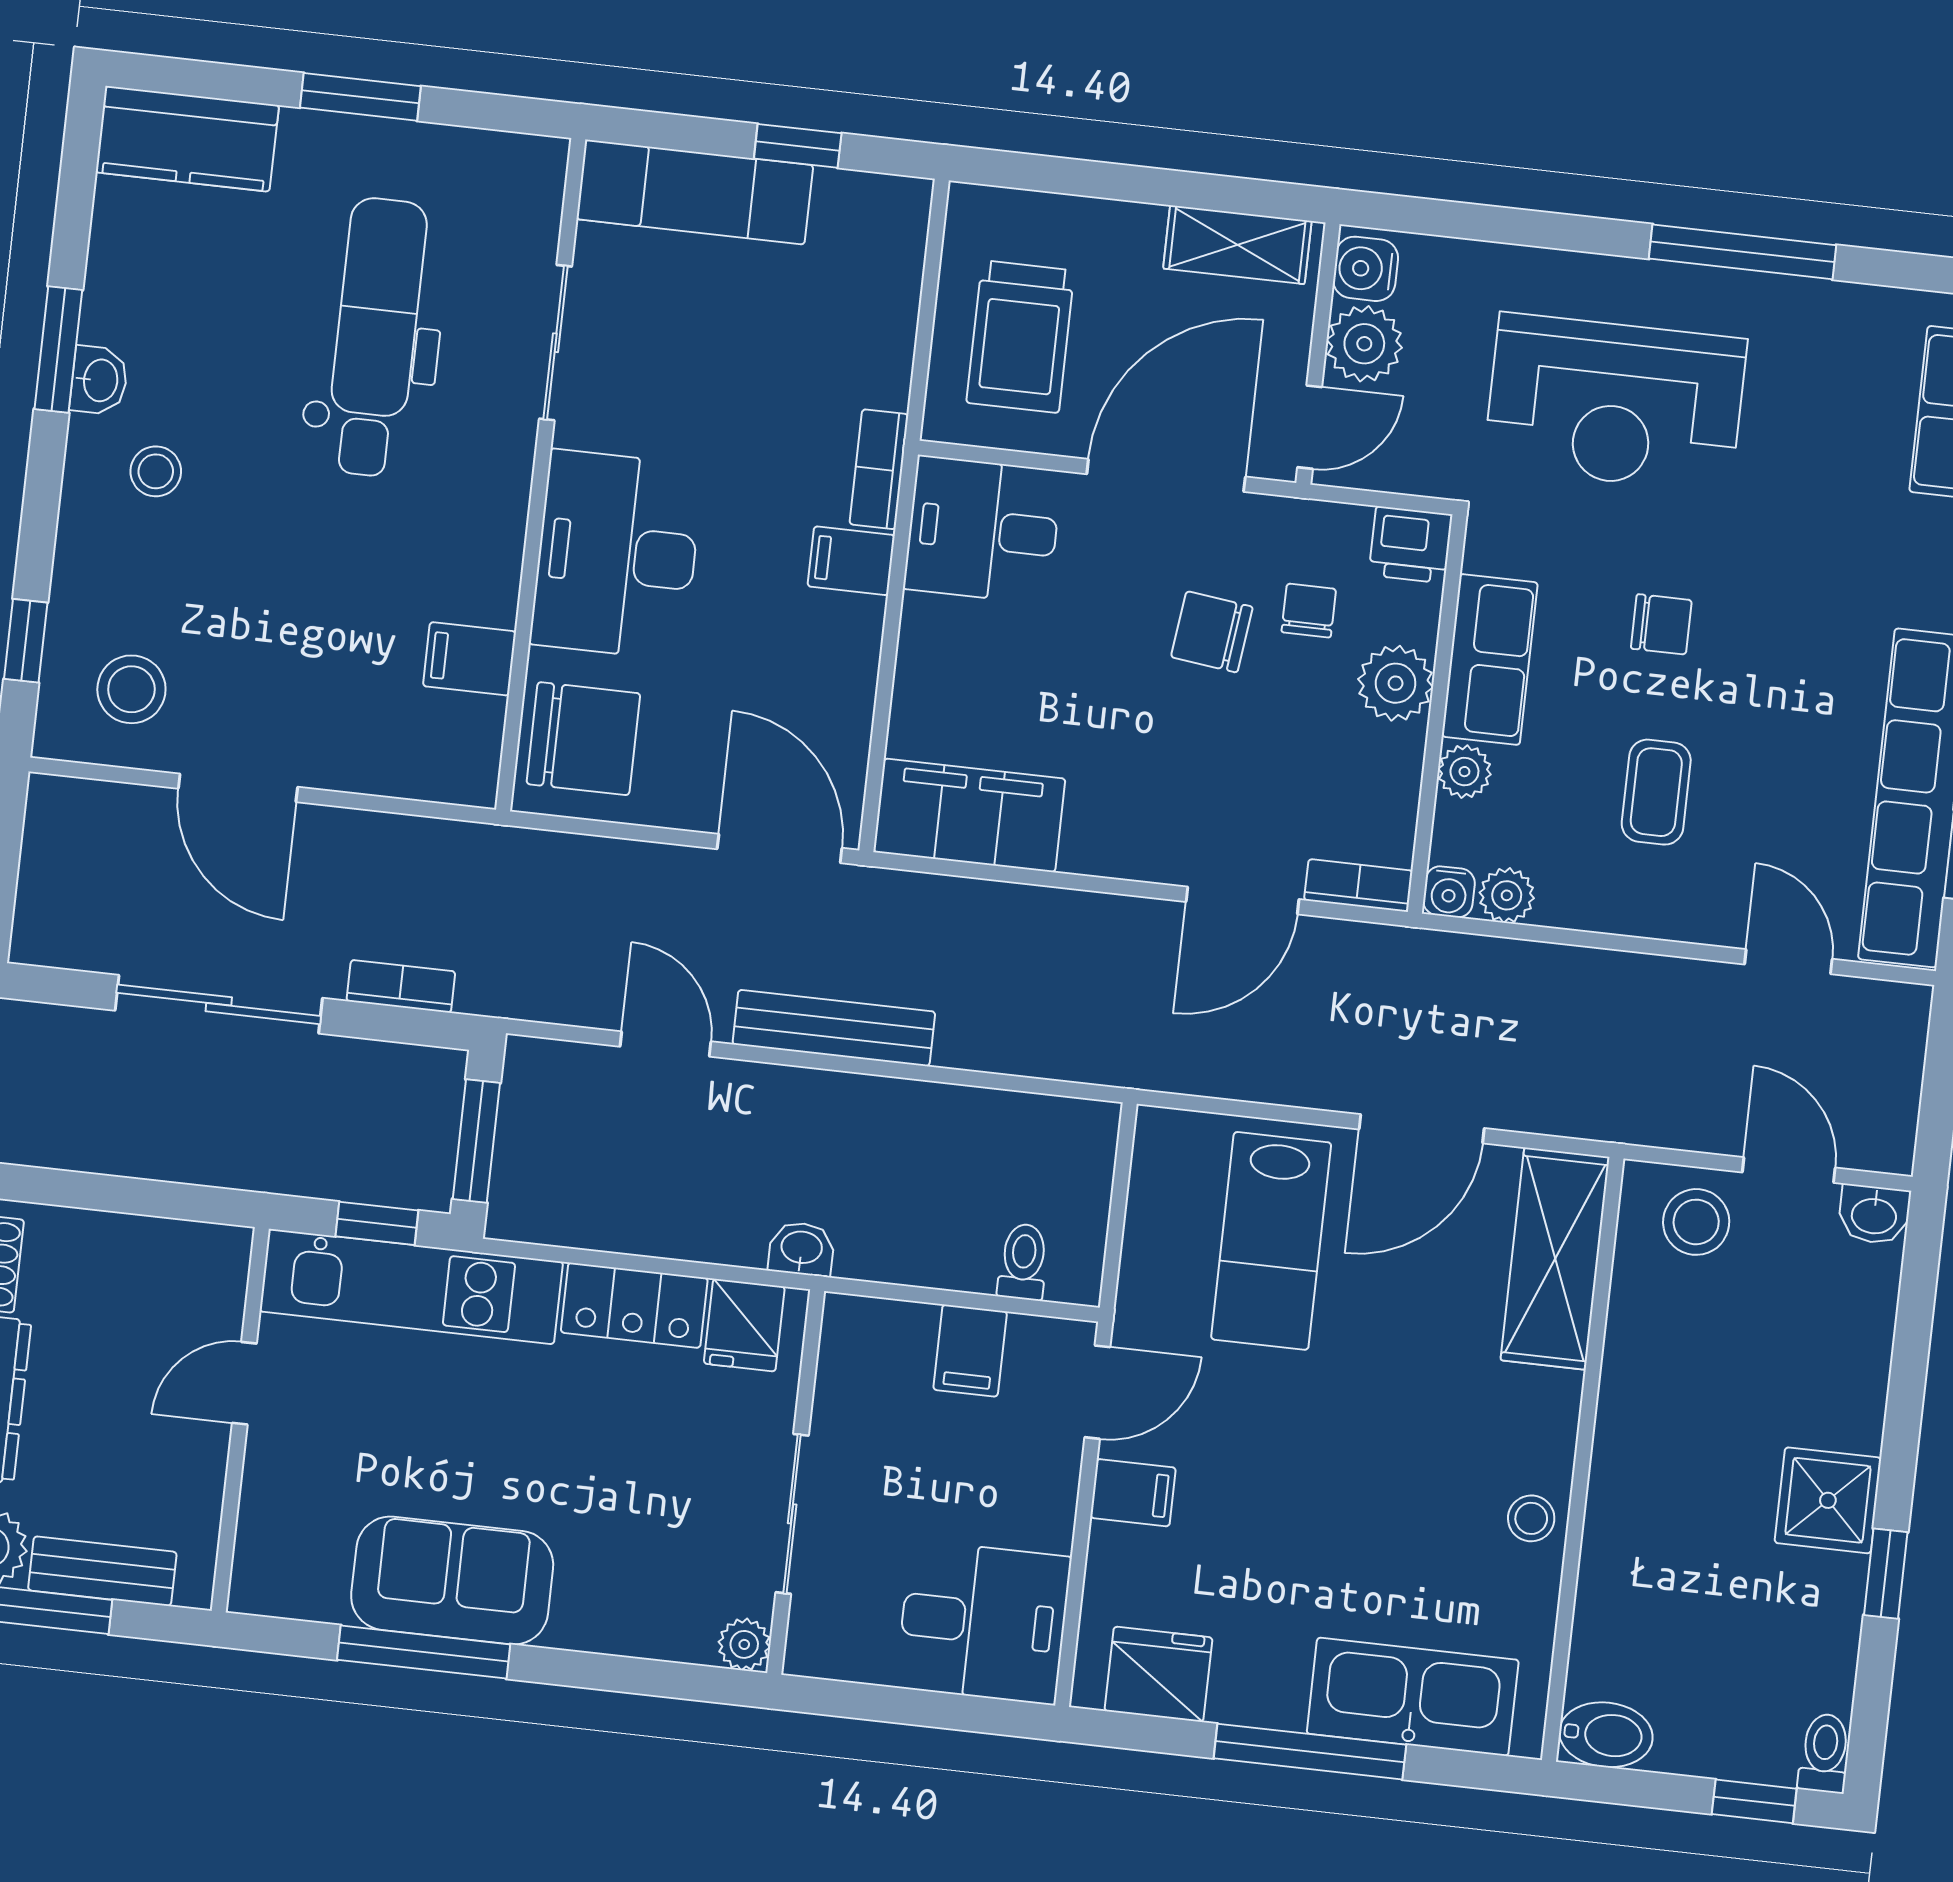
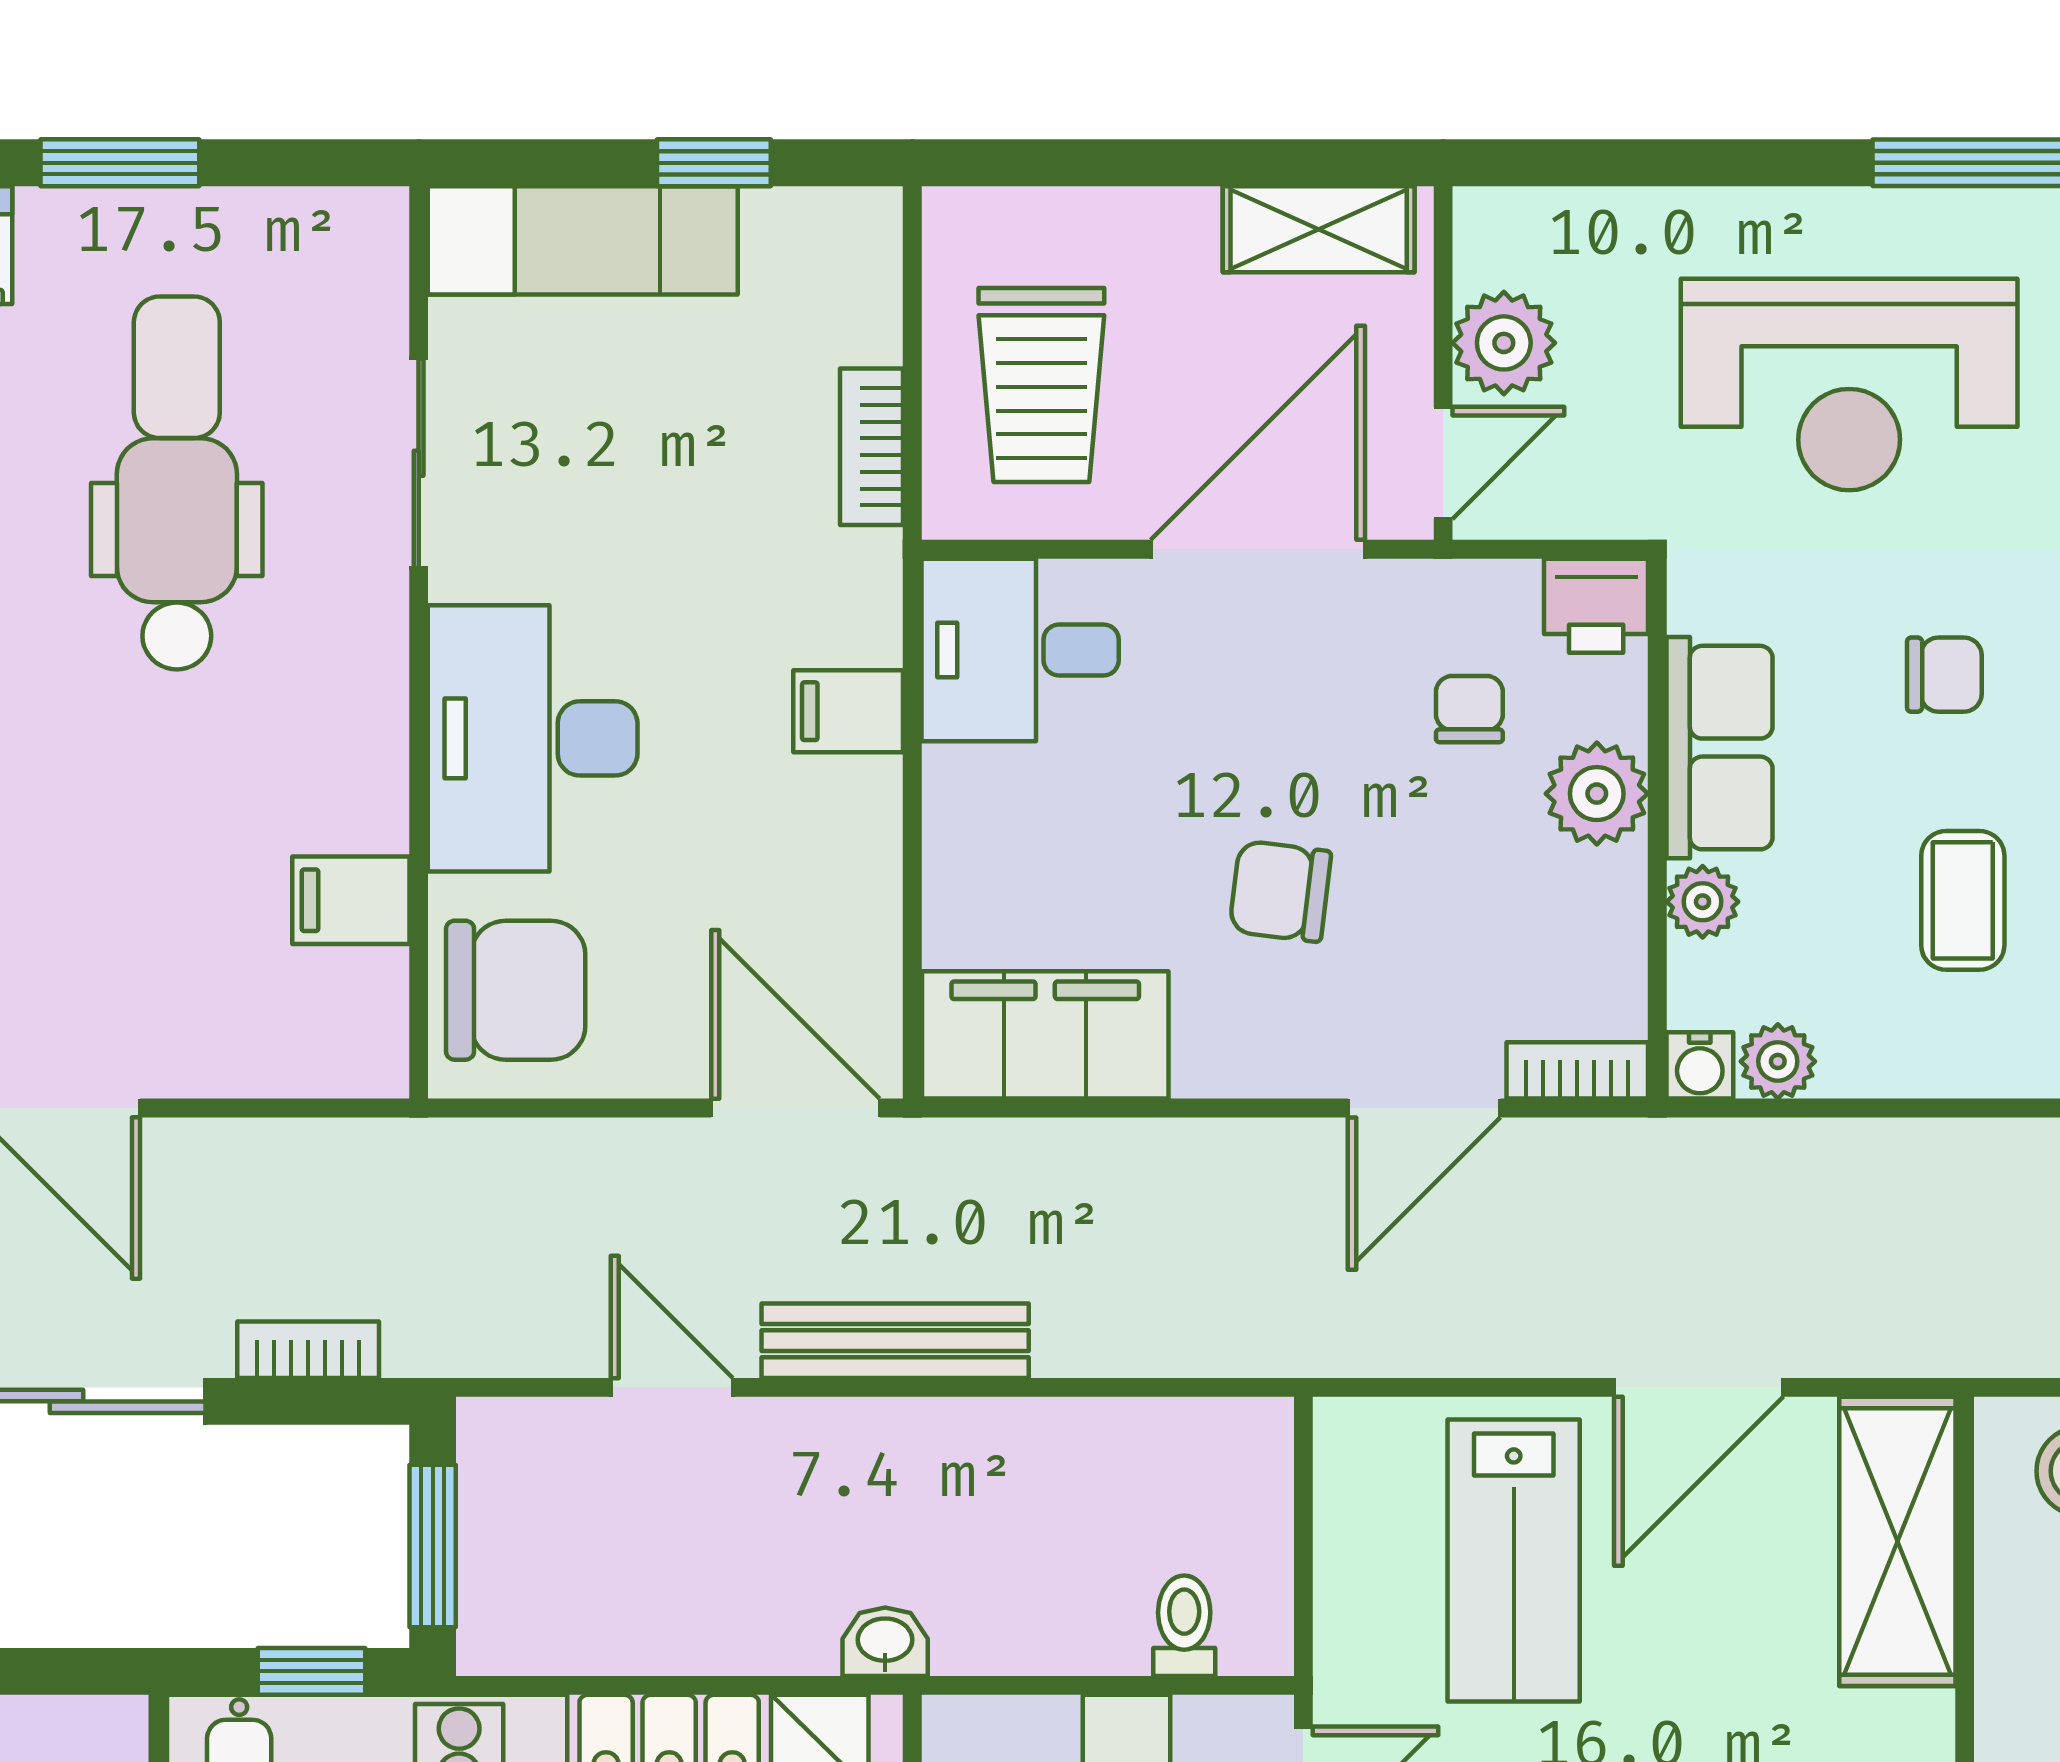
water cooler: (1366, 269) -> (1494, 242), removed
bookcase: (879, 469) -> (872, 447), moved
chair: (1212, 632) -> (1280, 891), moved

